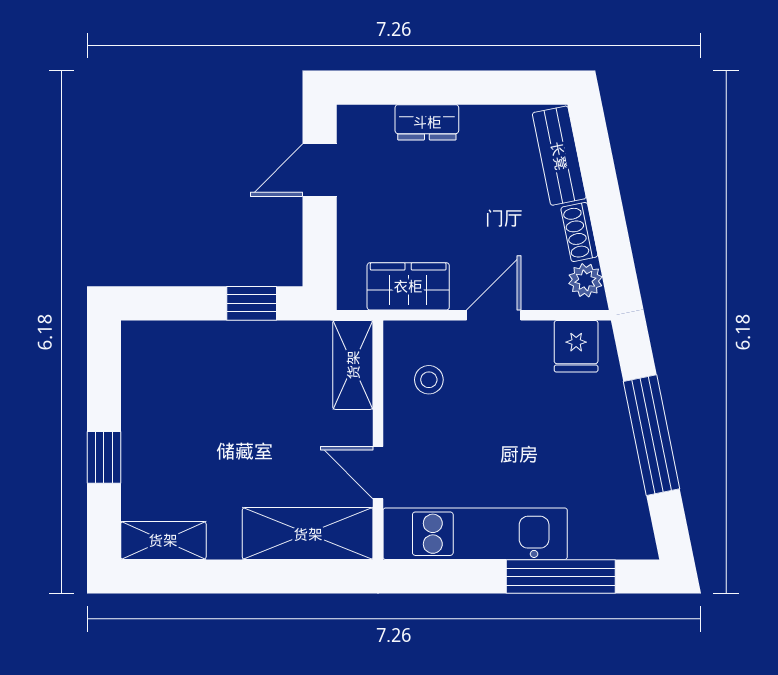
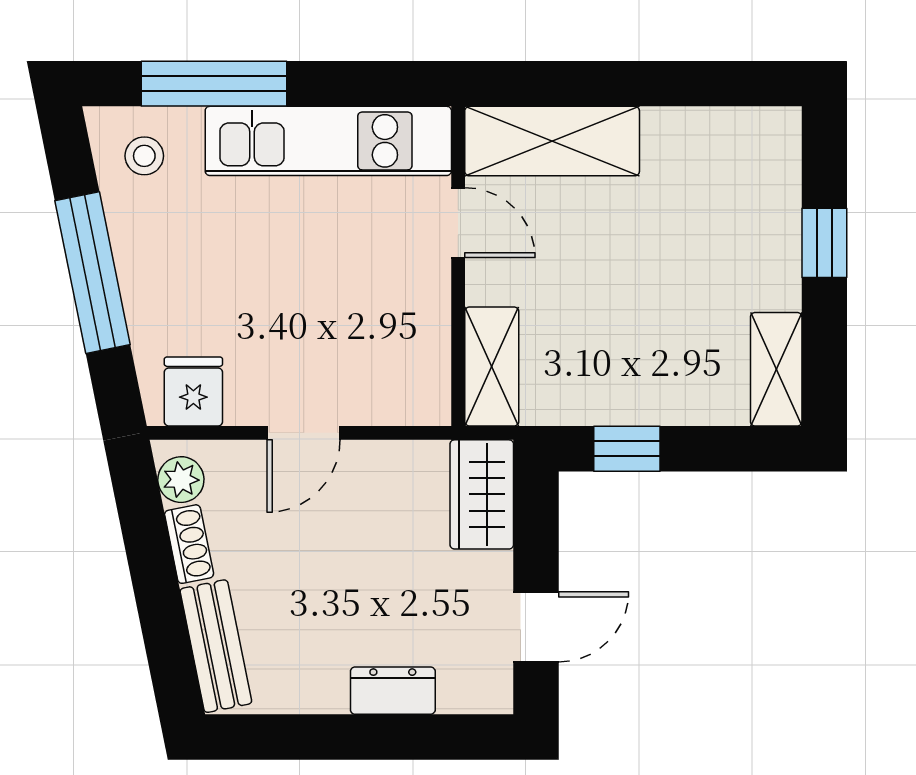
wardrobe: (408, 286) -> (482, 494), moved, turned 90
stool: (429, 380) -> (144, 156), moved
shelving: (163, 540) -> (776, 369), moved, turned 90

